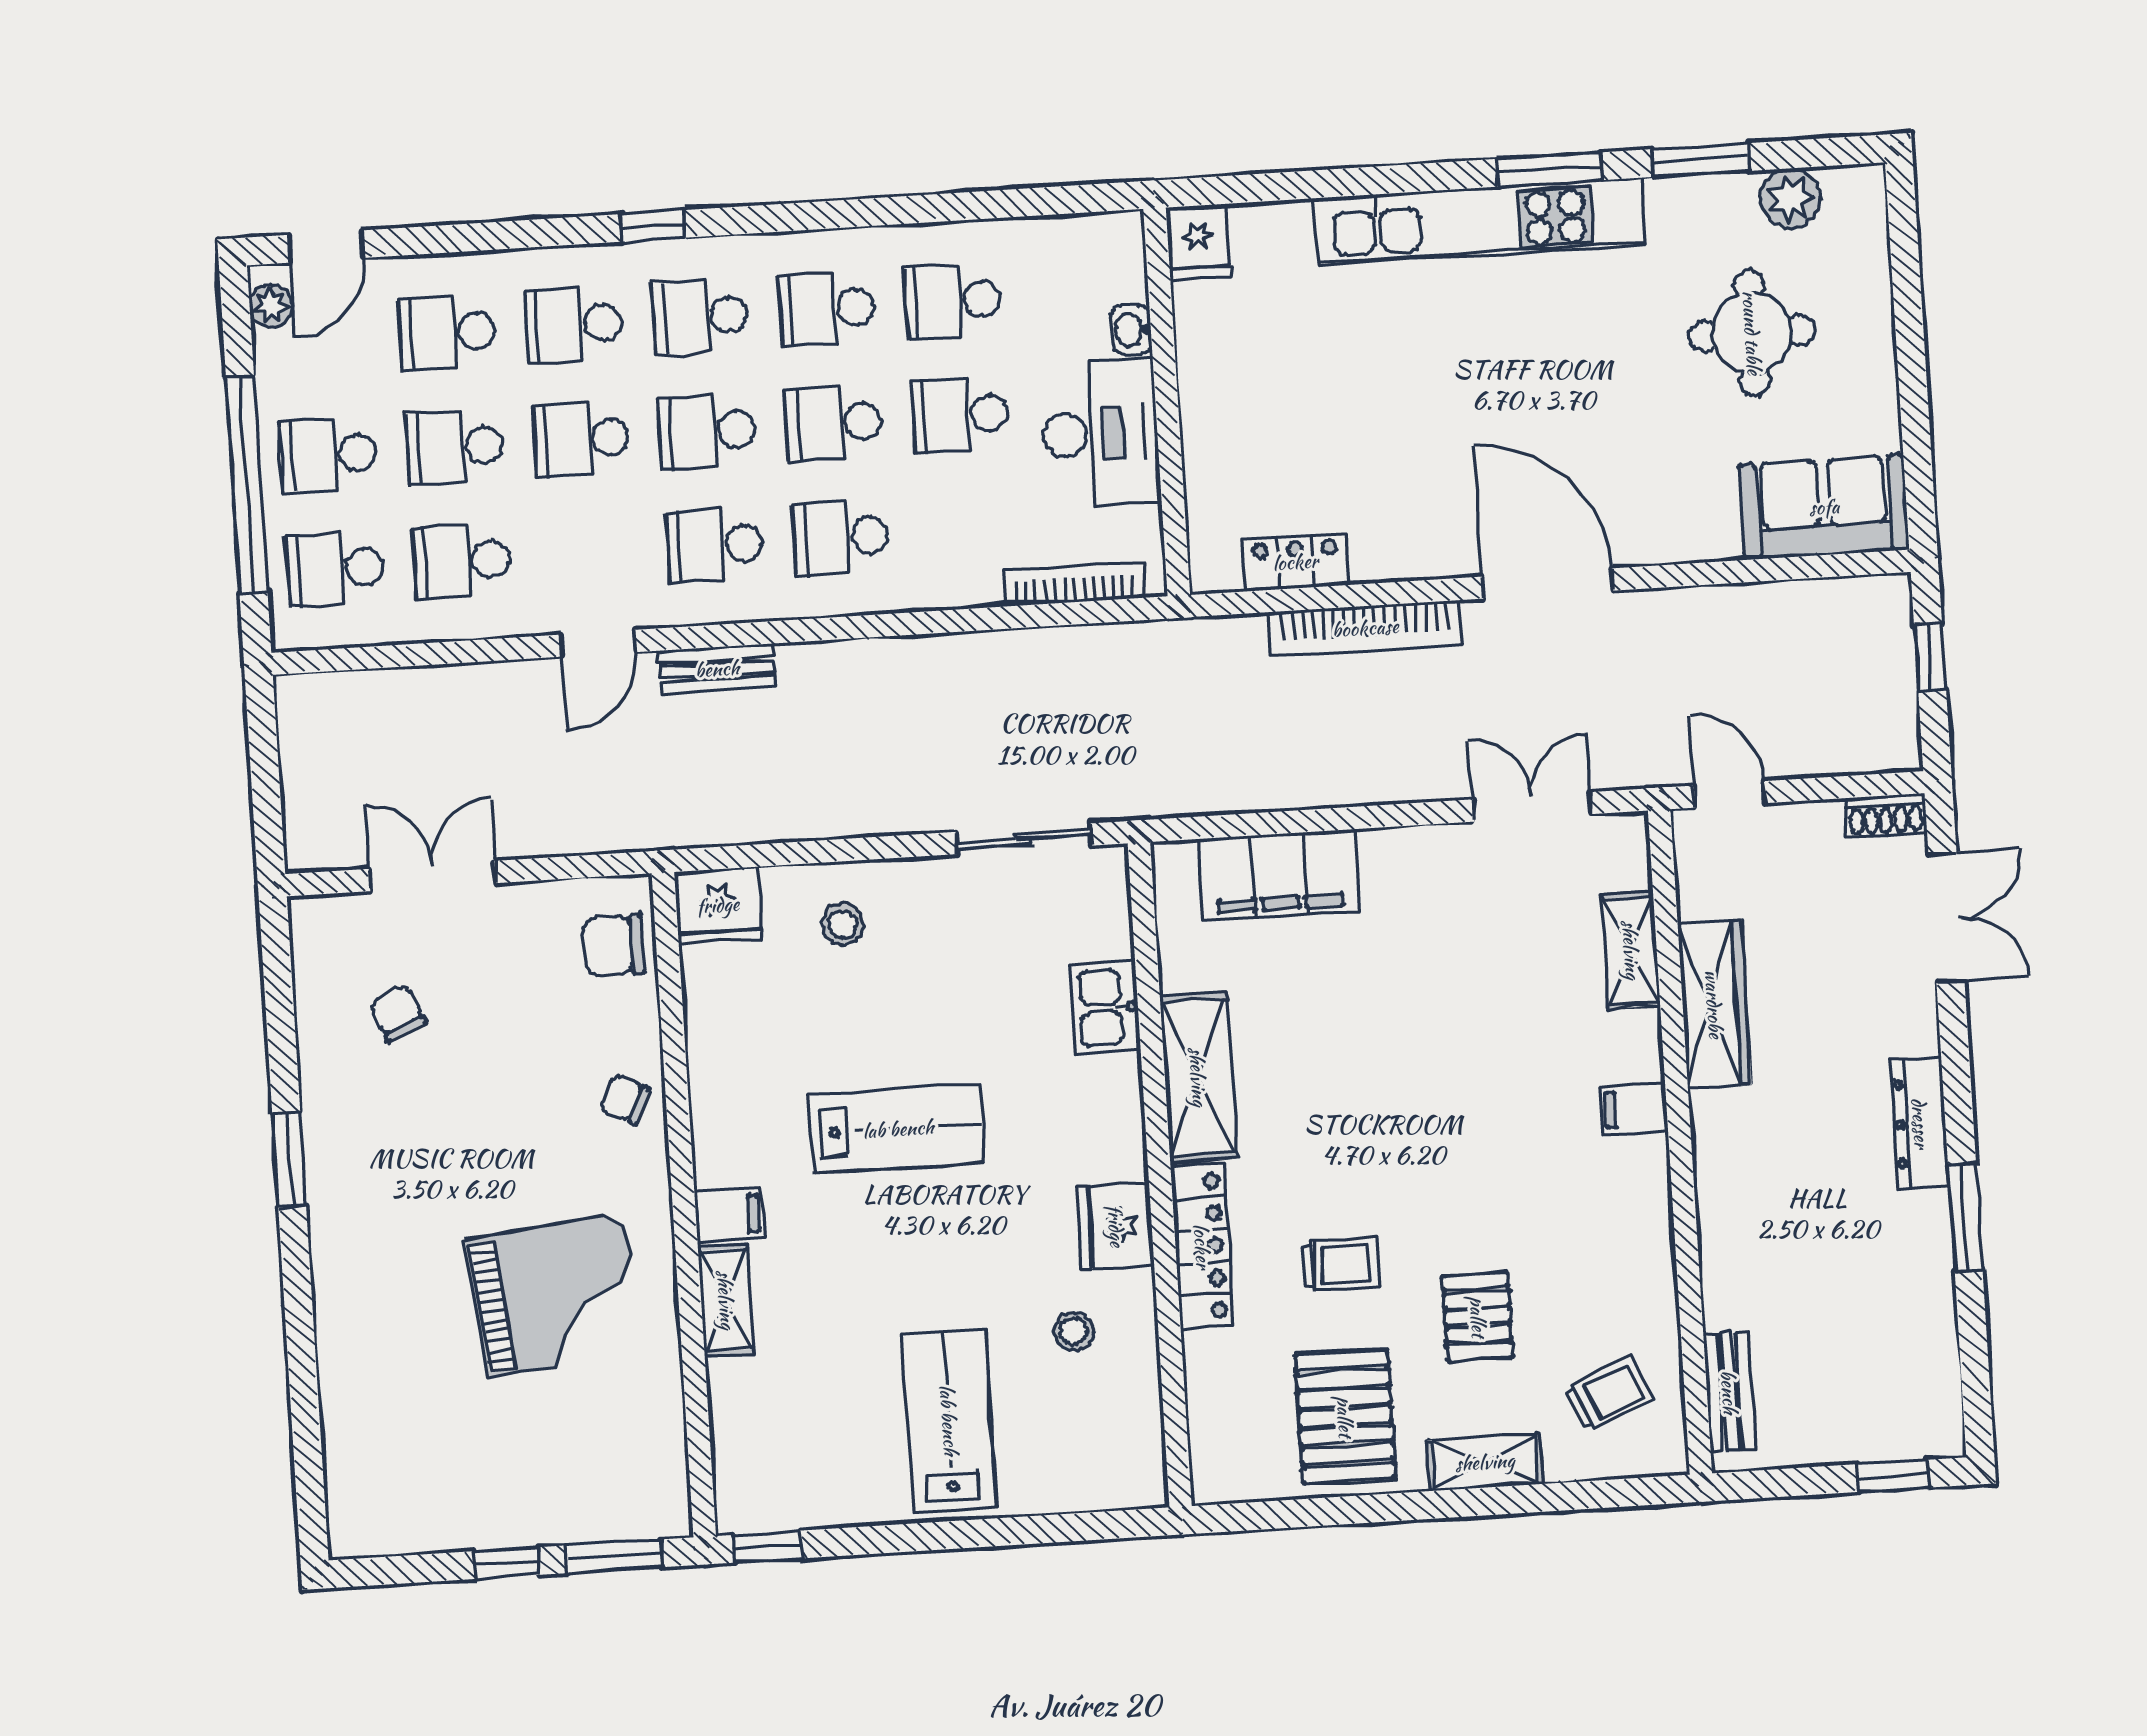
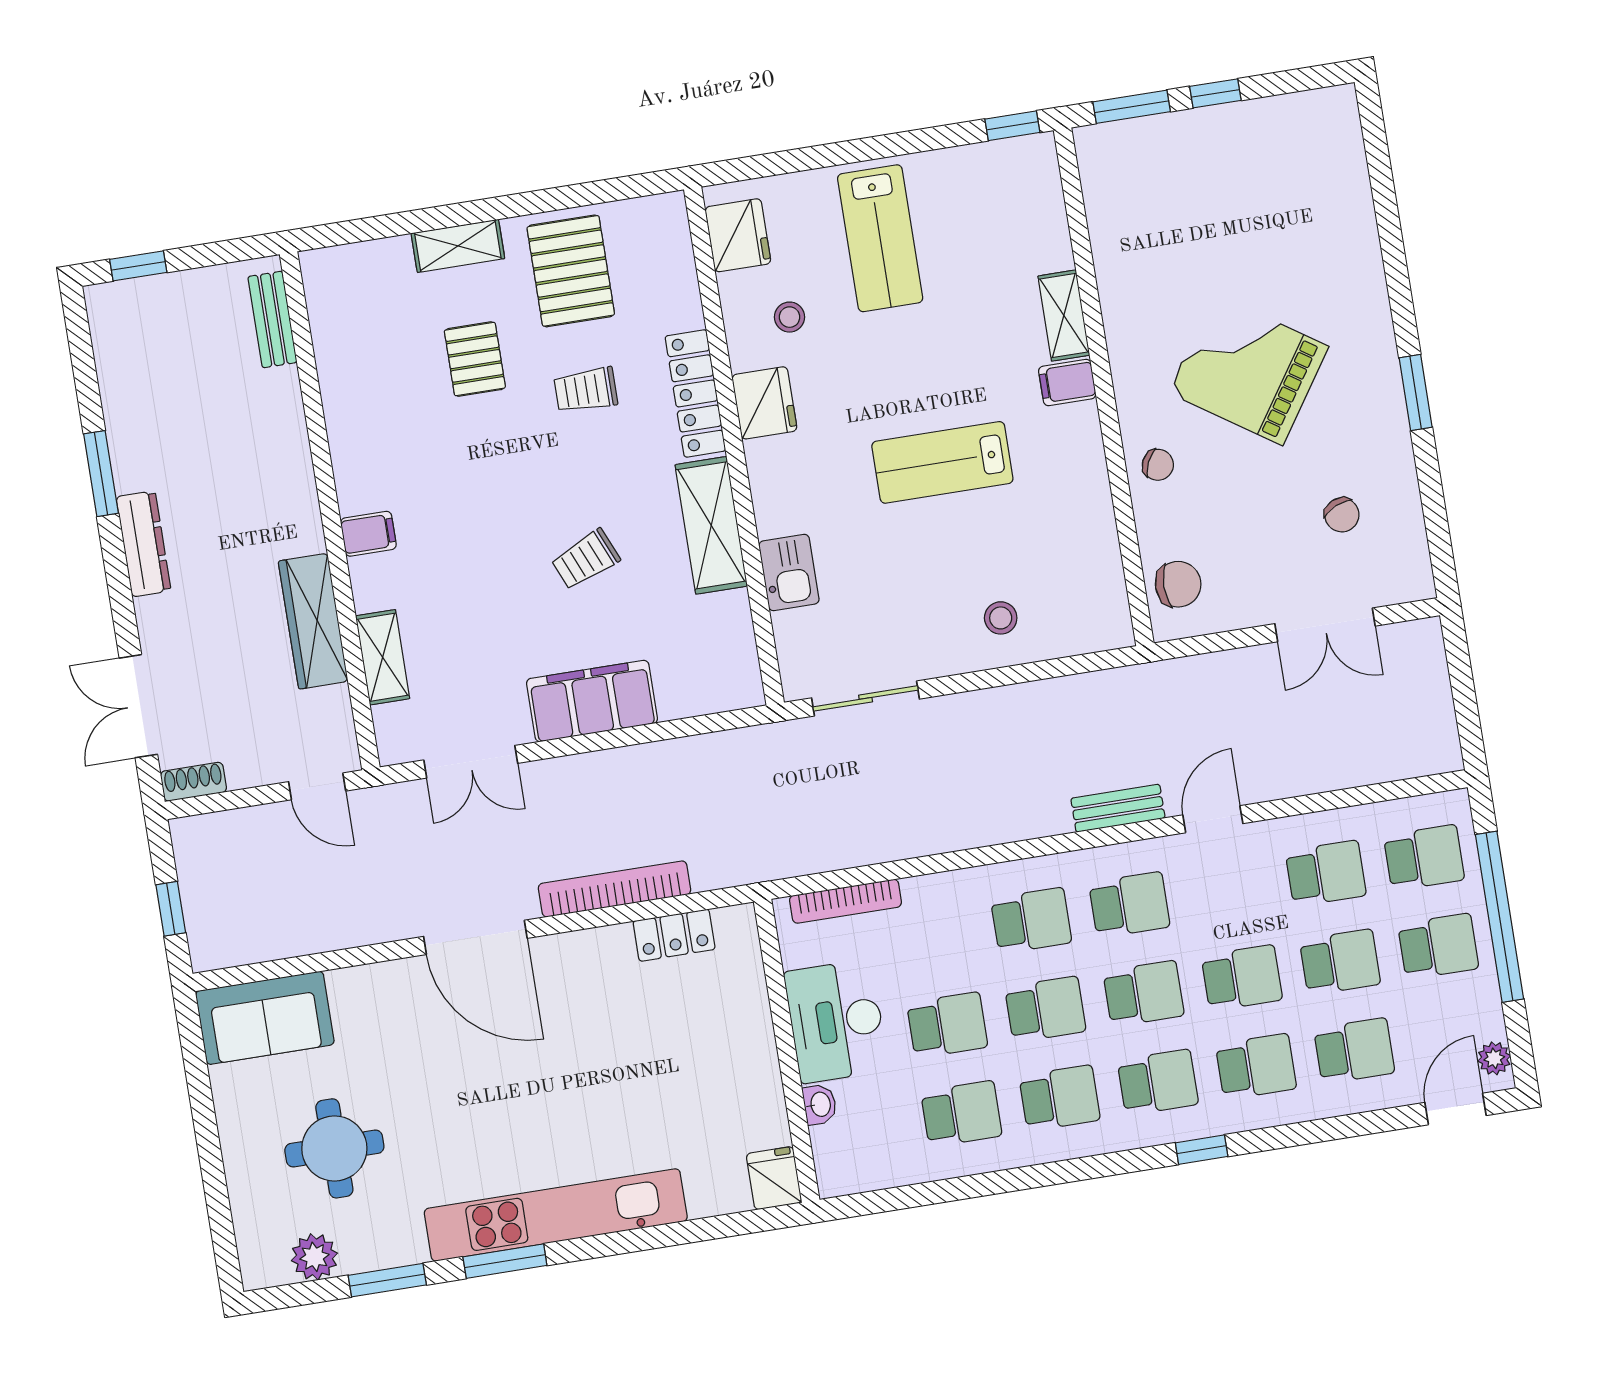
filing cabinet: (1279, 875) -> (592, 701), moved
fridge: (718, 905) -> (738, 235), moved, turned 90
grand piano: (556, 1295) -> (1248, 369), moved, turned 40
trolley: (1608, 1394) -> (586, 559), moved

